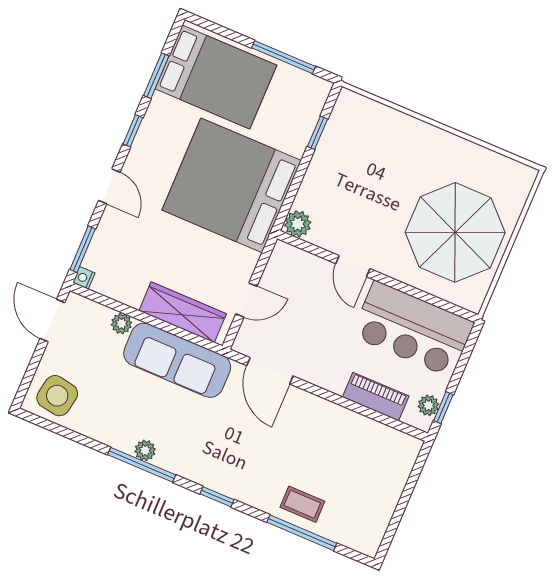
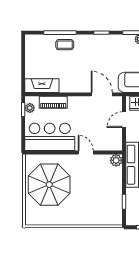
fireplace: (384, 440) -> (42, 86), added

